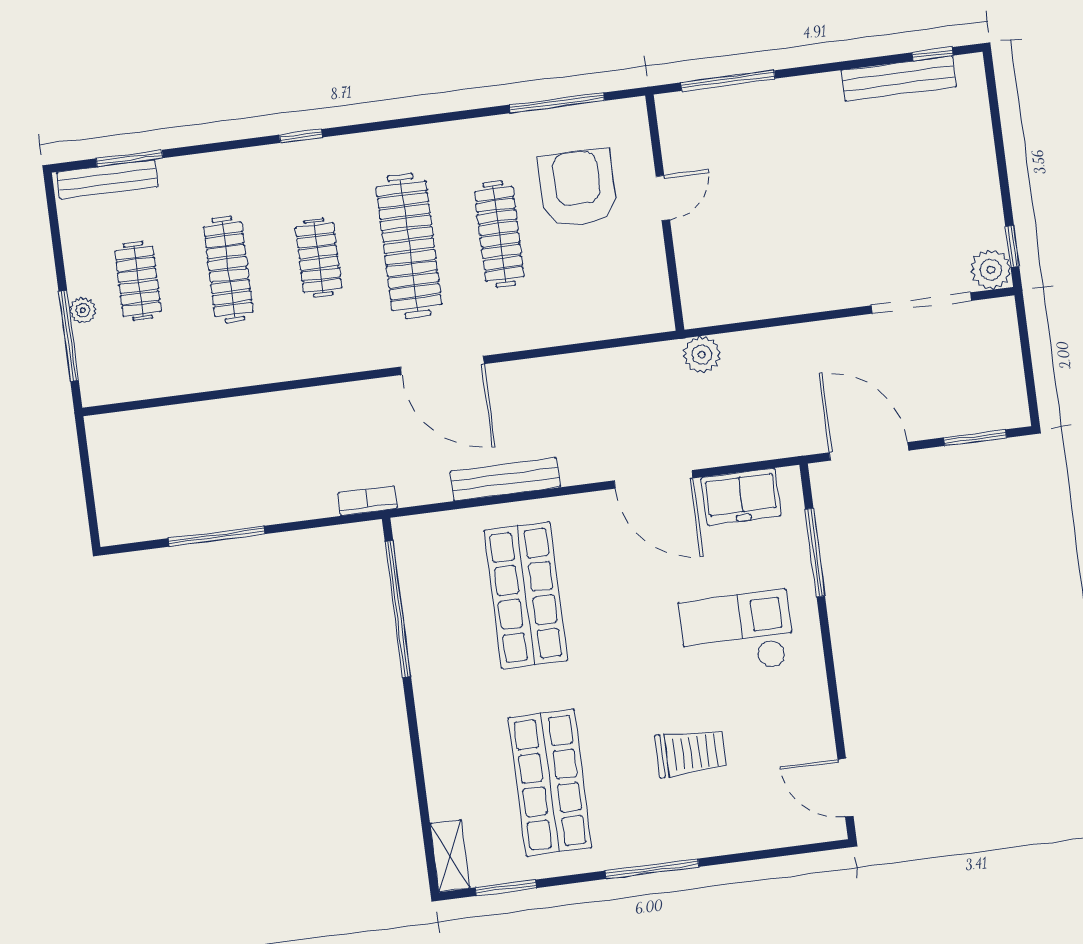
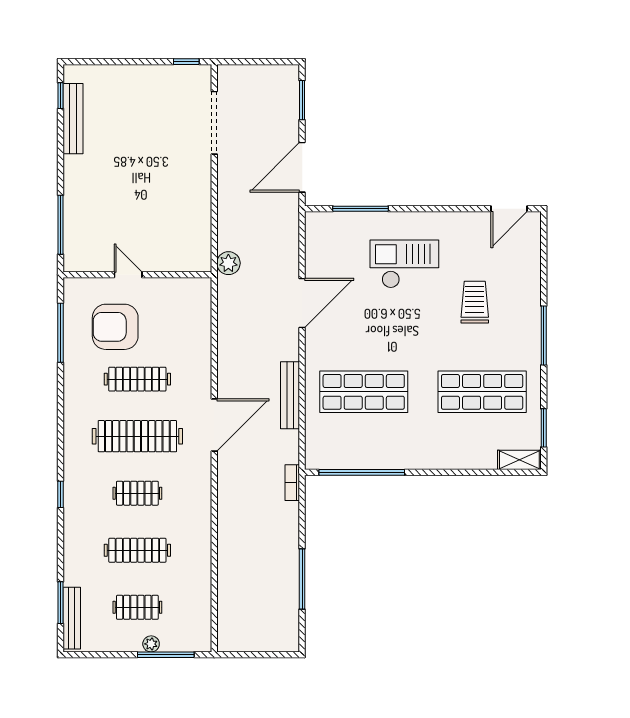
plant: (991, 270) -> (199, 77), removed
freezer: (741, 497) -> (320, 250), removed
checkout: (737, 633) -> (404, 264), turned 90

